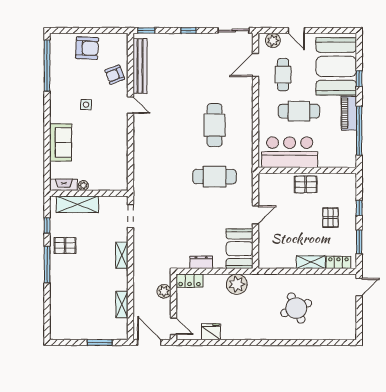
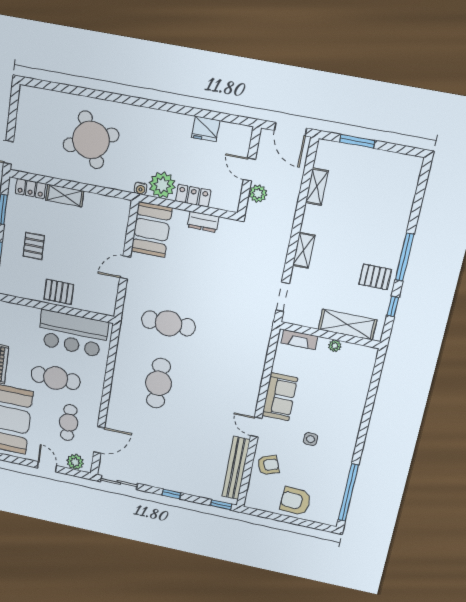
sofa: (61, 143) -> (280, 397), moved, turned 180
fireplace: (64, 185) -> (299, 340), moved
water cooler: (253, 279) -> (141, 188), added
locker: (190, 281) -> (193, 196), moved
round table: (296, 308) -> (91, 140), width x1.36, depth x1.36
door: (173, 326) -> (249, 169), moved

